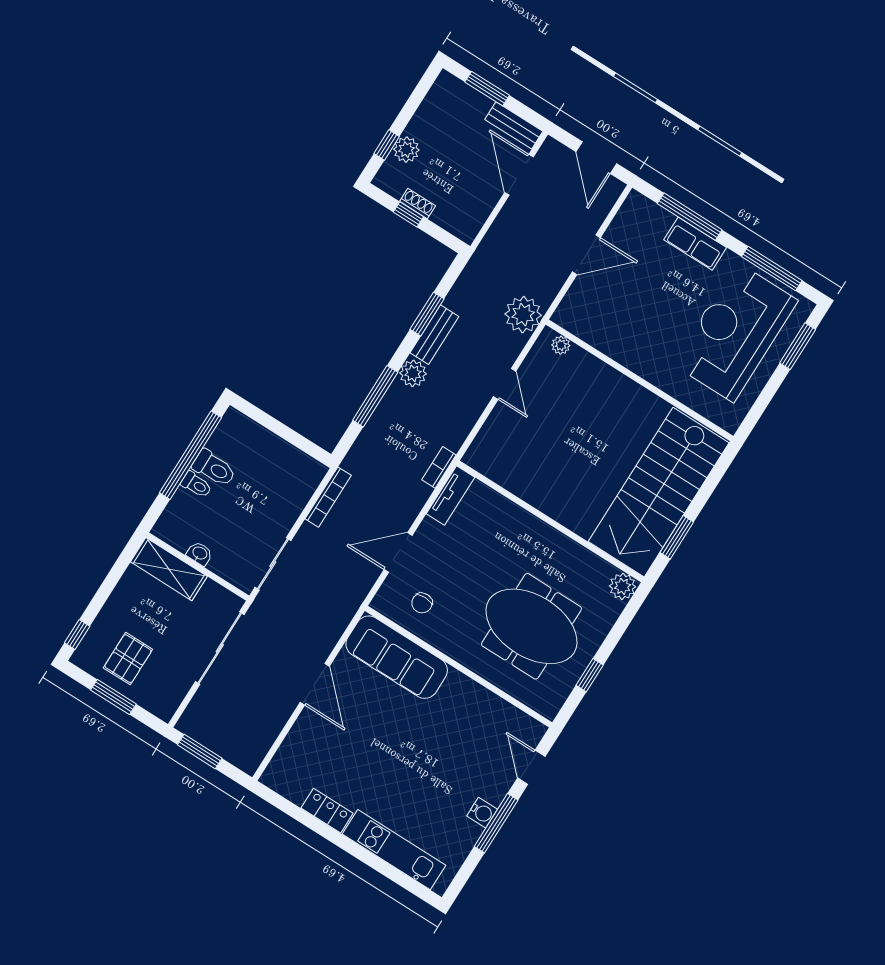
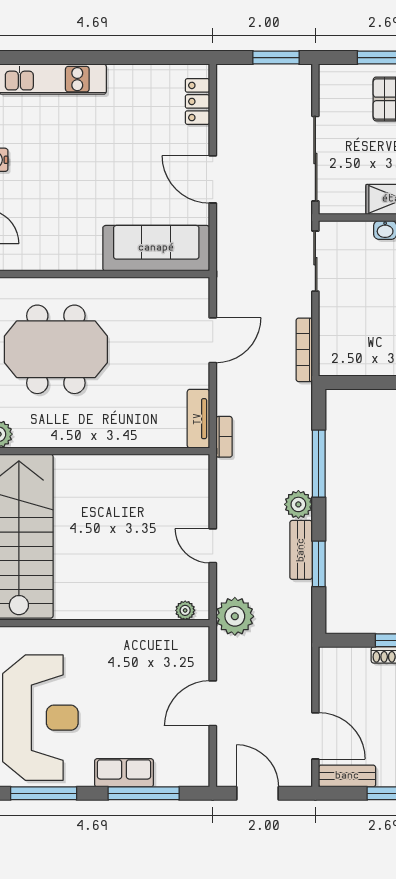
chair: (422, 603) -> (164, 309), removed
locker: (327, 811) -> (197, 101), moved, turned 90

